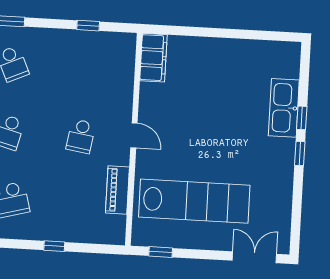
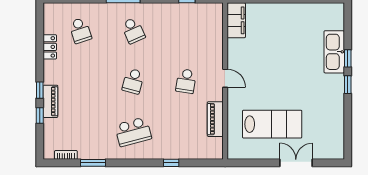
lab bench: (194, 201) -> (272, 124), width x0.73
window: (161, 252) -> (250, 163), removed
double door: (254, 257) -> (296, 163), moved

